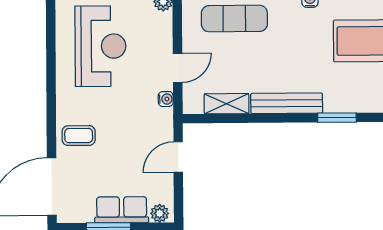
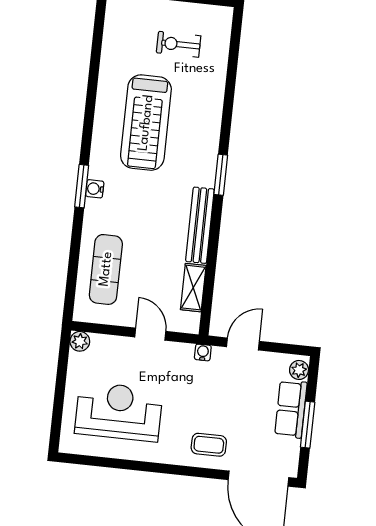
water cooler: (166, 99) -> (203, 352), moved
coffee table: (79, 136) -> (209, 445), turned 90
door: (178, 157) -> (243, 344), swing flipped

